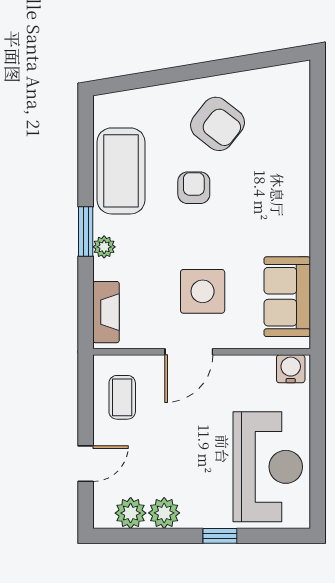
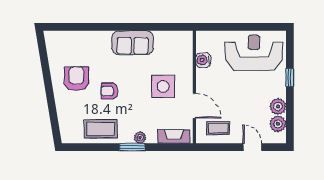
armchair: (218, 124) -> (76, 79), turned -38
coffee table: (121, 171) -> (101, 129), width x0.73, depth x0.76
sofa: (287, 297) -> (133, 43), moved
door: (189, 352) -> (194, 106), moved
water cooler: (291, 369) -> (203, 60), moved

